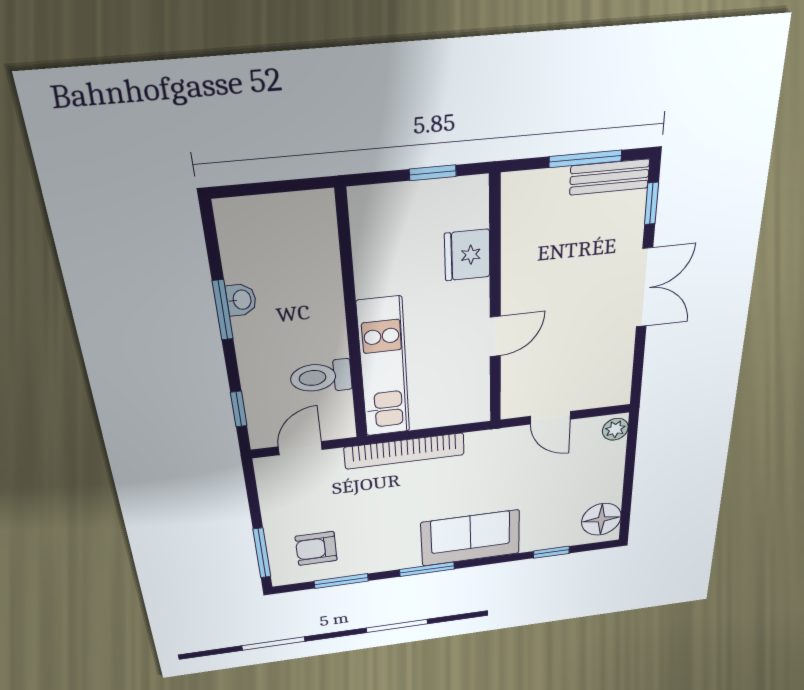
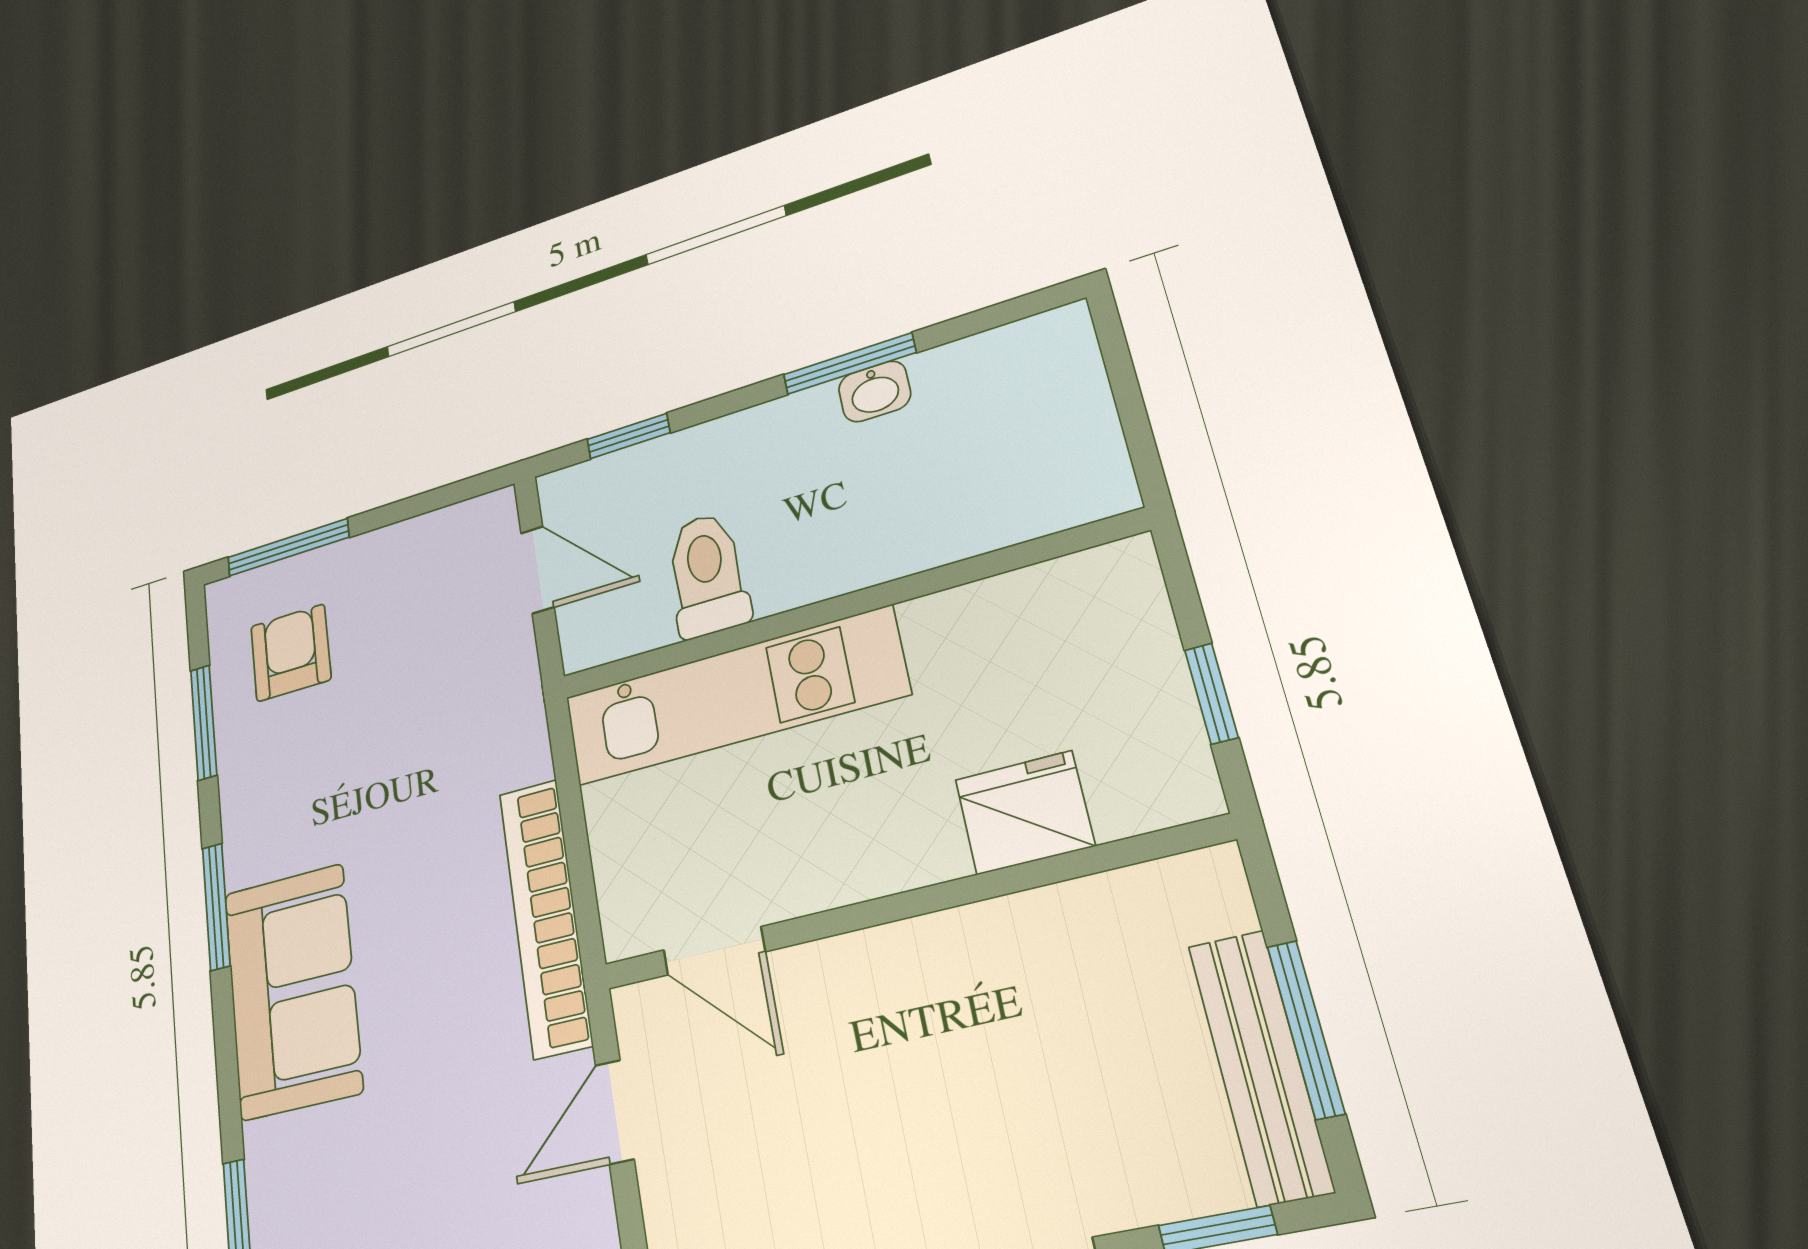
bench: (610, 177) -> (1260, 1066), width x1.36
door: (495, 336) -> (714, 951), moved
bookcase: (404, 451) -> (545, 917), moved

